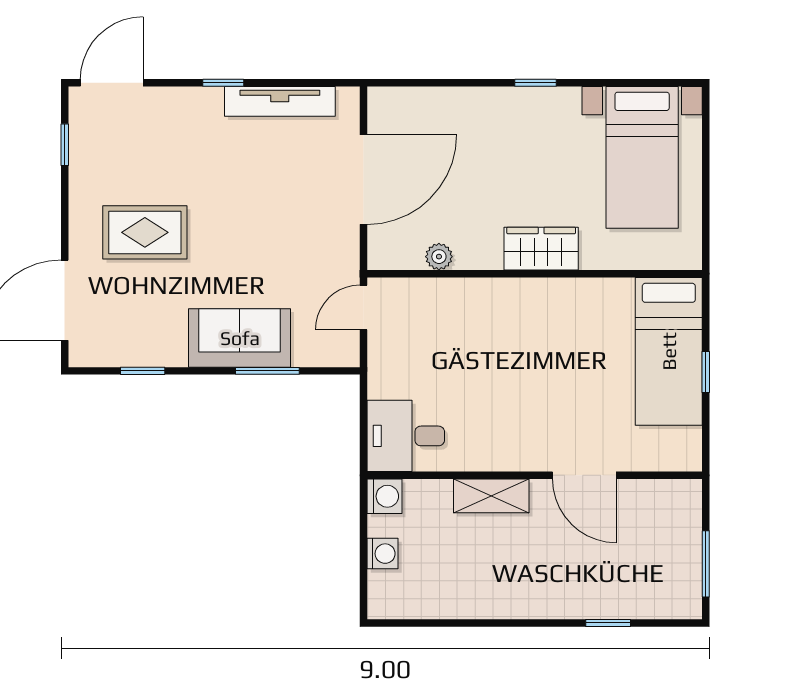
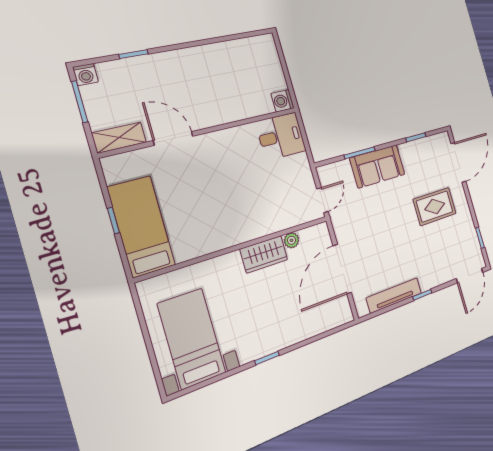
wardrobe: (541, 249) -> (264, 254), moved
shelving: (491, 496) -> (119, 138), moved
washing machine: (383, 554) -> (85, 75), moved, turned -90

